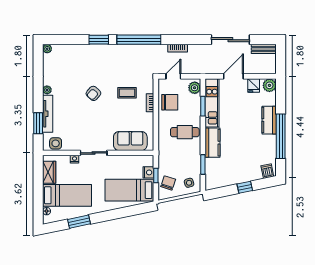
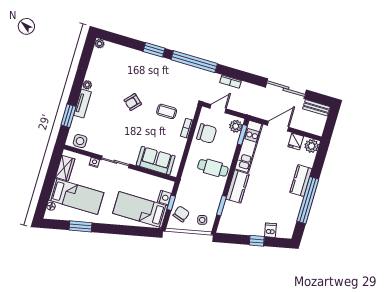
window: (203, 106) -> (242, 135), moved
tv unit: (48, 114) -> (82, 104), width x0.71
dishwasher: (267, 171) -> (270, 230), moved

